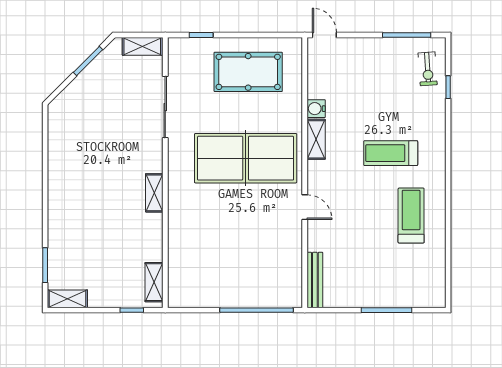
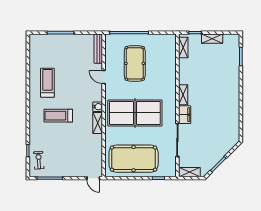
pool table: (248, 72) -> (134, 159), width x1.36, depth x1.32
water cooler: (316, 109) -> (98, 107), moved
treadmill: (391, 153) -> (58, 116), turned 180
filing cabinet: (152, 155) -> (185, 115), added
door: (305, 207) -> (104, 77), moved
treadmill: (411, 215) -> (47, 83), turned 180
pool table: (246, 252) -> (135, 63), added
shelving: (67, 299) -> (212, 39), moved

